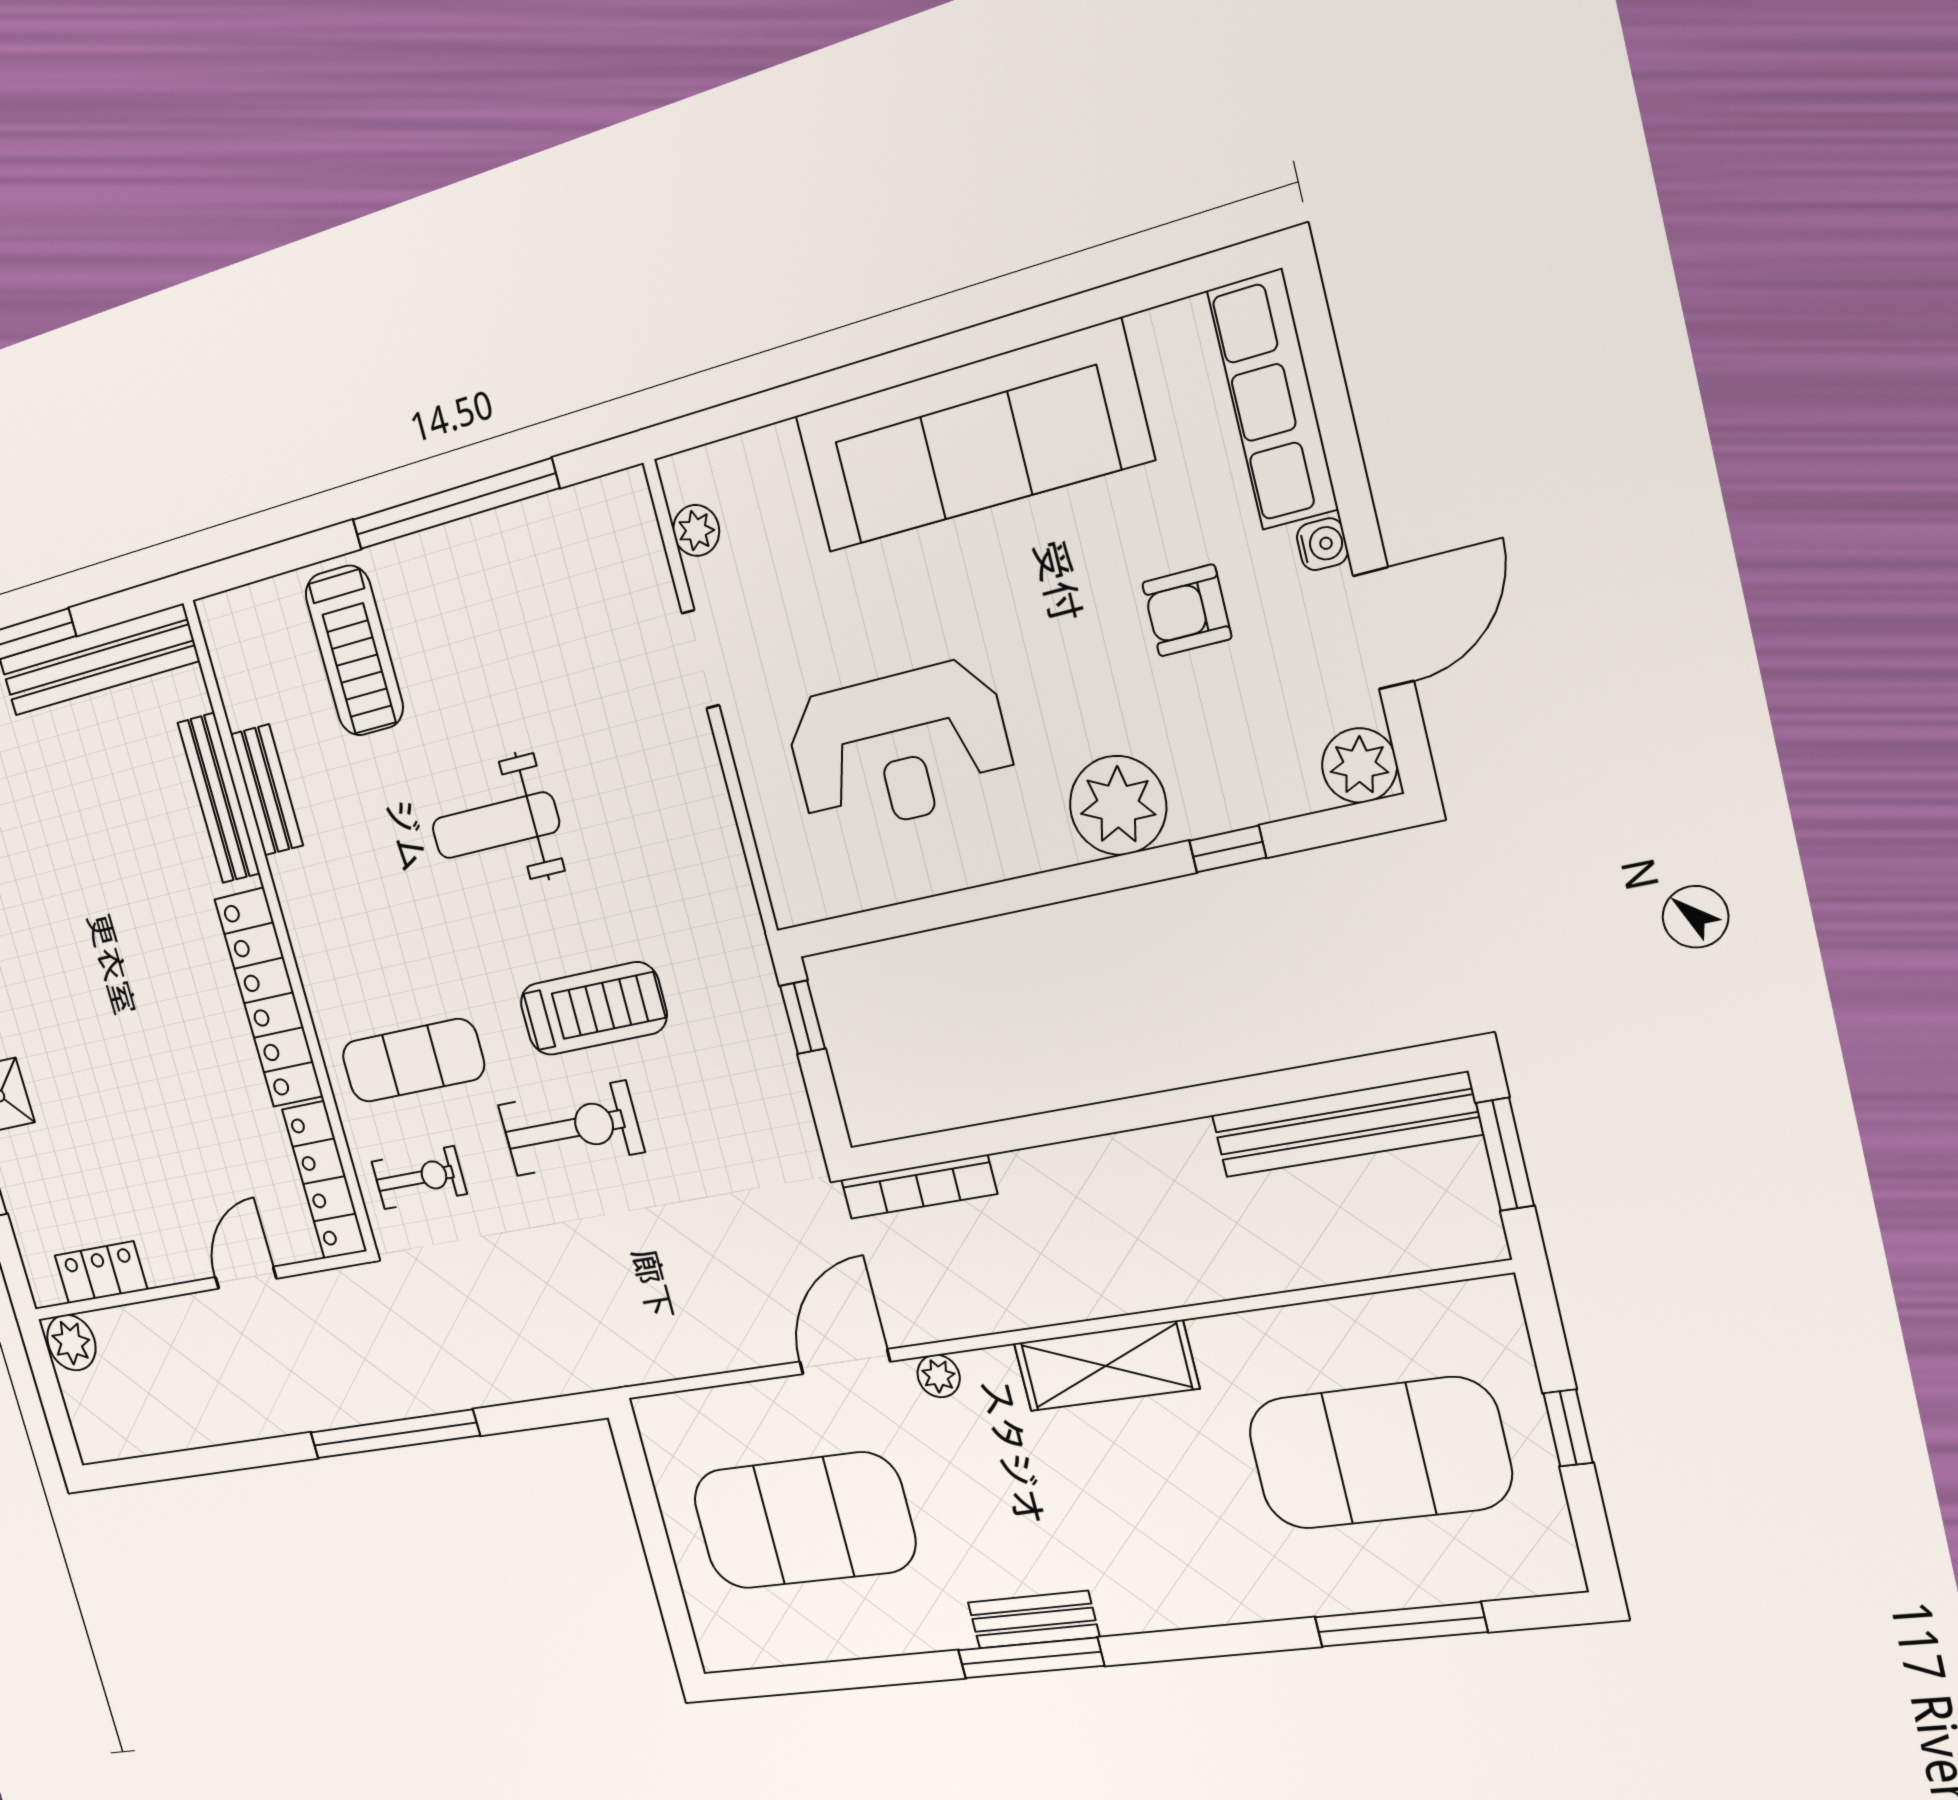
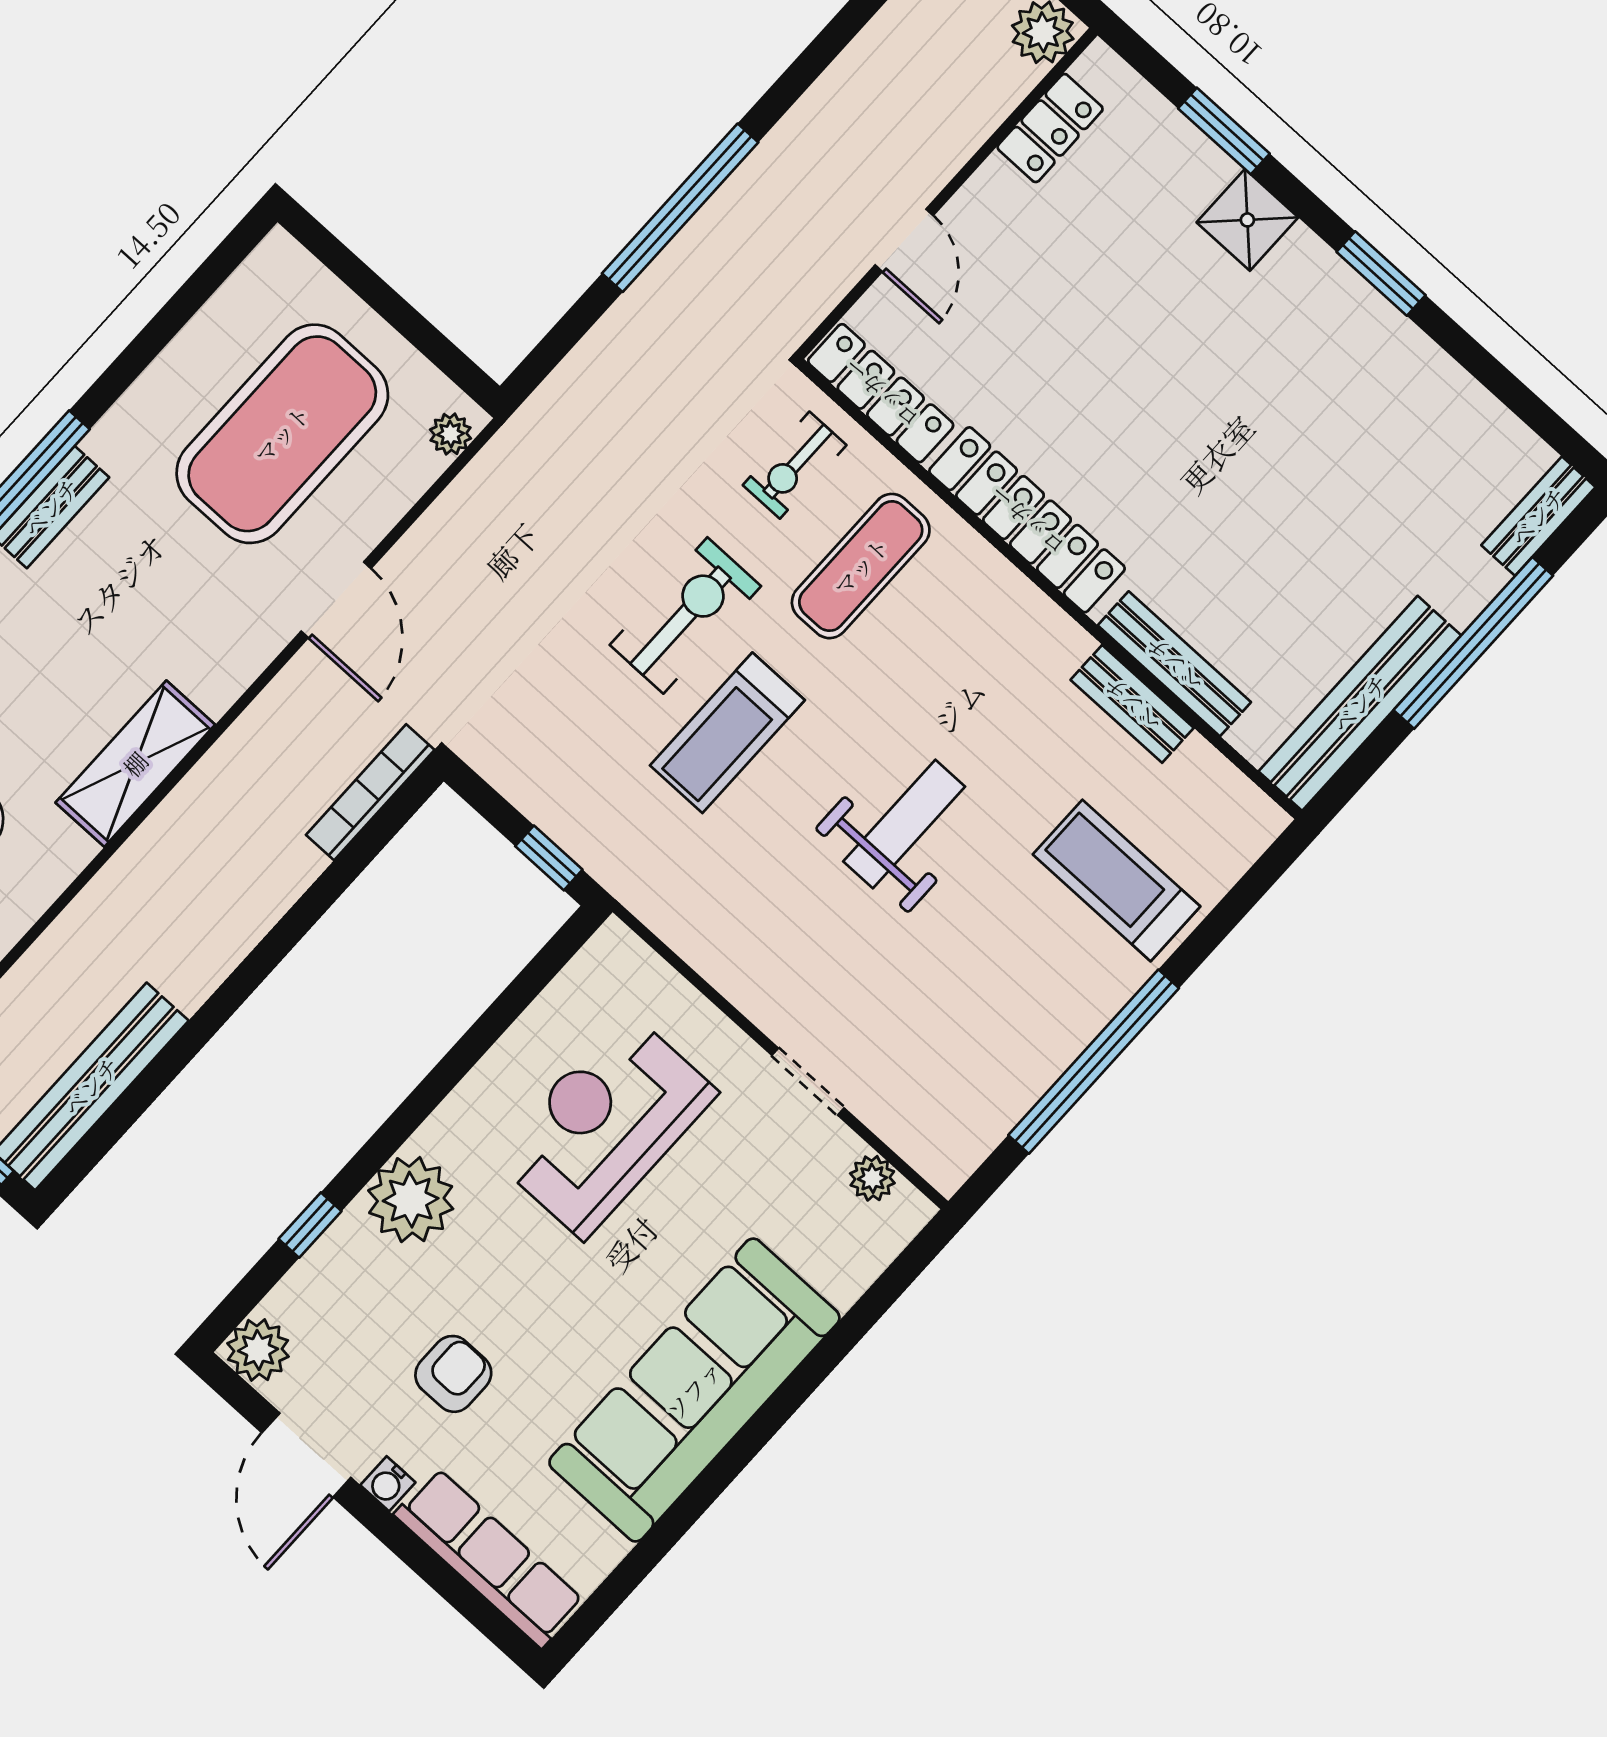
exercise bike: (571, 1128) -> (685, 615), turned 180
plant: (939, 1376) -> (451, 434), moved

